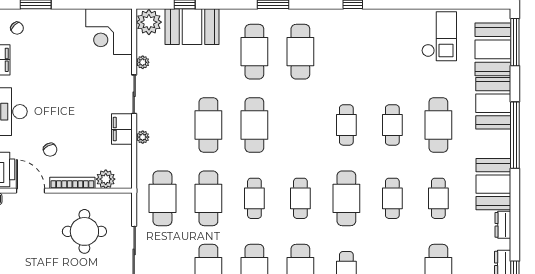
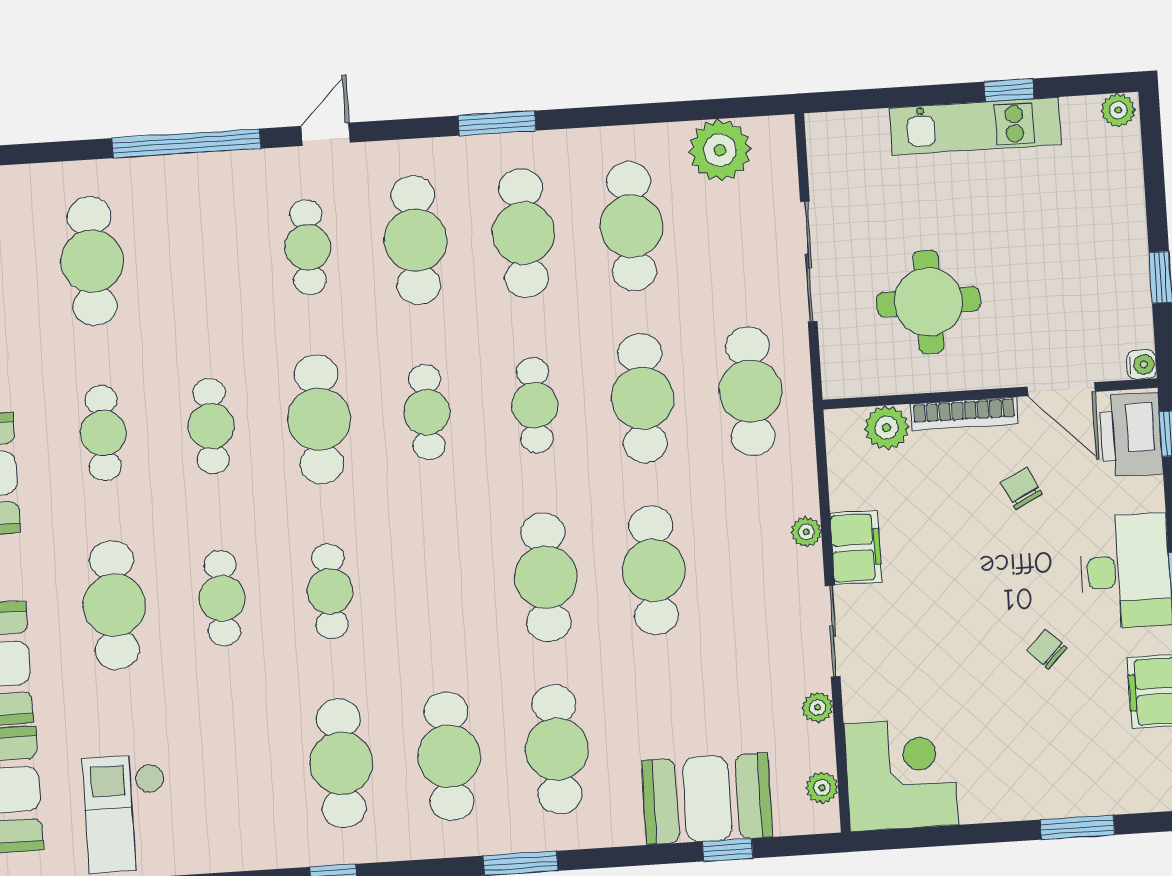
plant: (149, 22) -> (822, 788), width x0.53, depth x0.53
chair: (17, 28) -> (1047, 649), moved
cafe table: (346, 52) -> (341, 763), added

